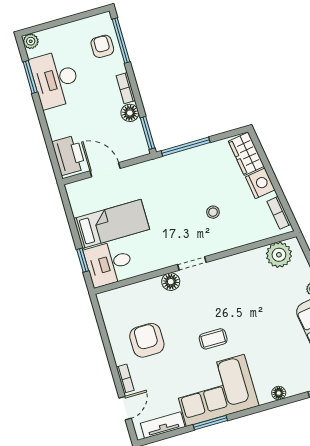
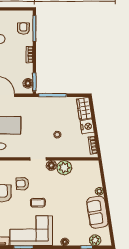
floor lamp: (130, 113) -> (28, 83), moved
plant: (279, 255) -> (64, 168), moved
floor lamp: (171, 282) -> (51, 165), moved
armchair: (177, 314) -> (22, 184), added

